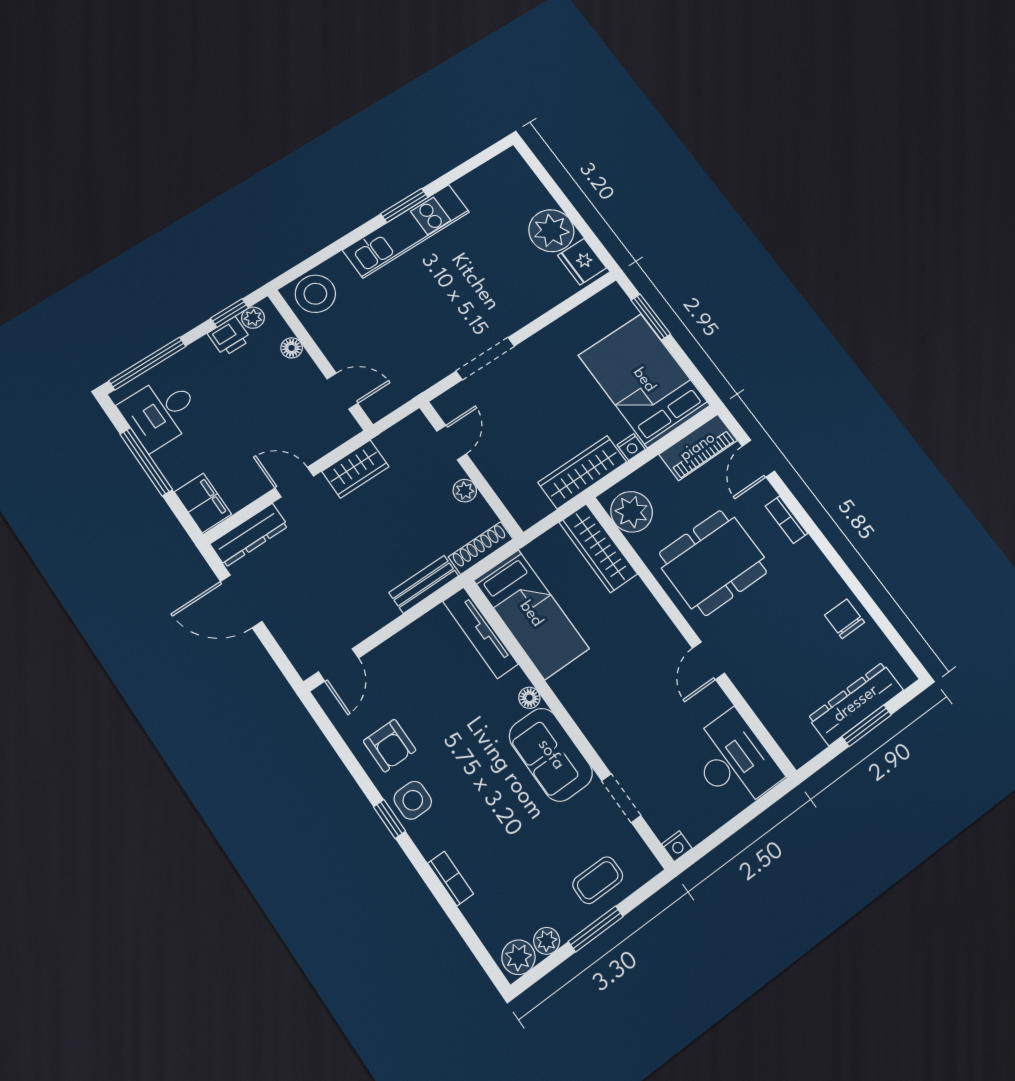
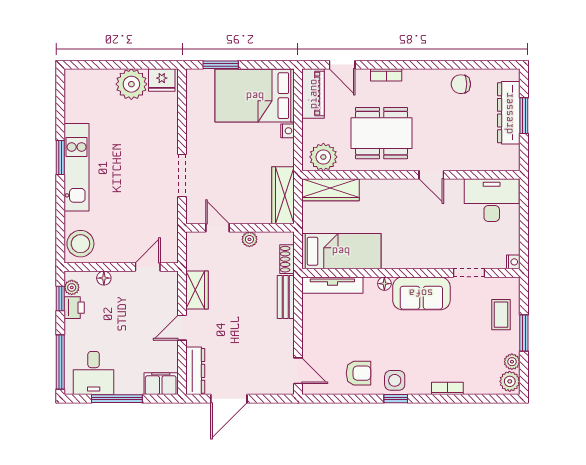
wardrobe: (582, 472) -> (283, 195), moved
shoe rack: (481, 548) -> (287, 259), width x0.70
dining table: (713, 563) -> (382, 133), turned 90

